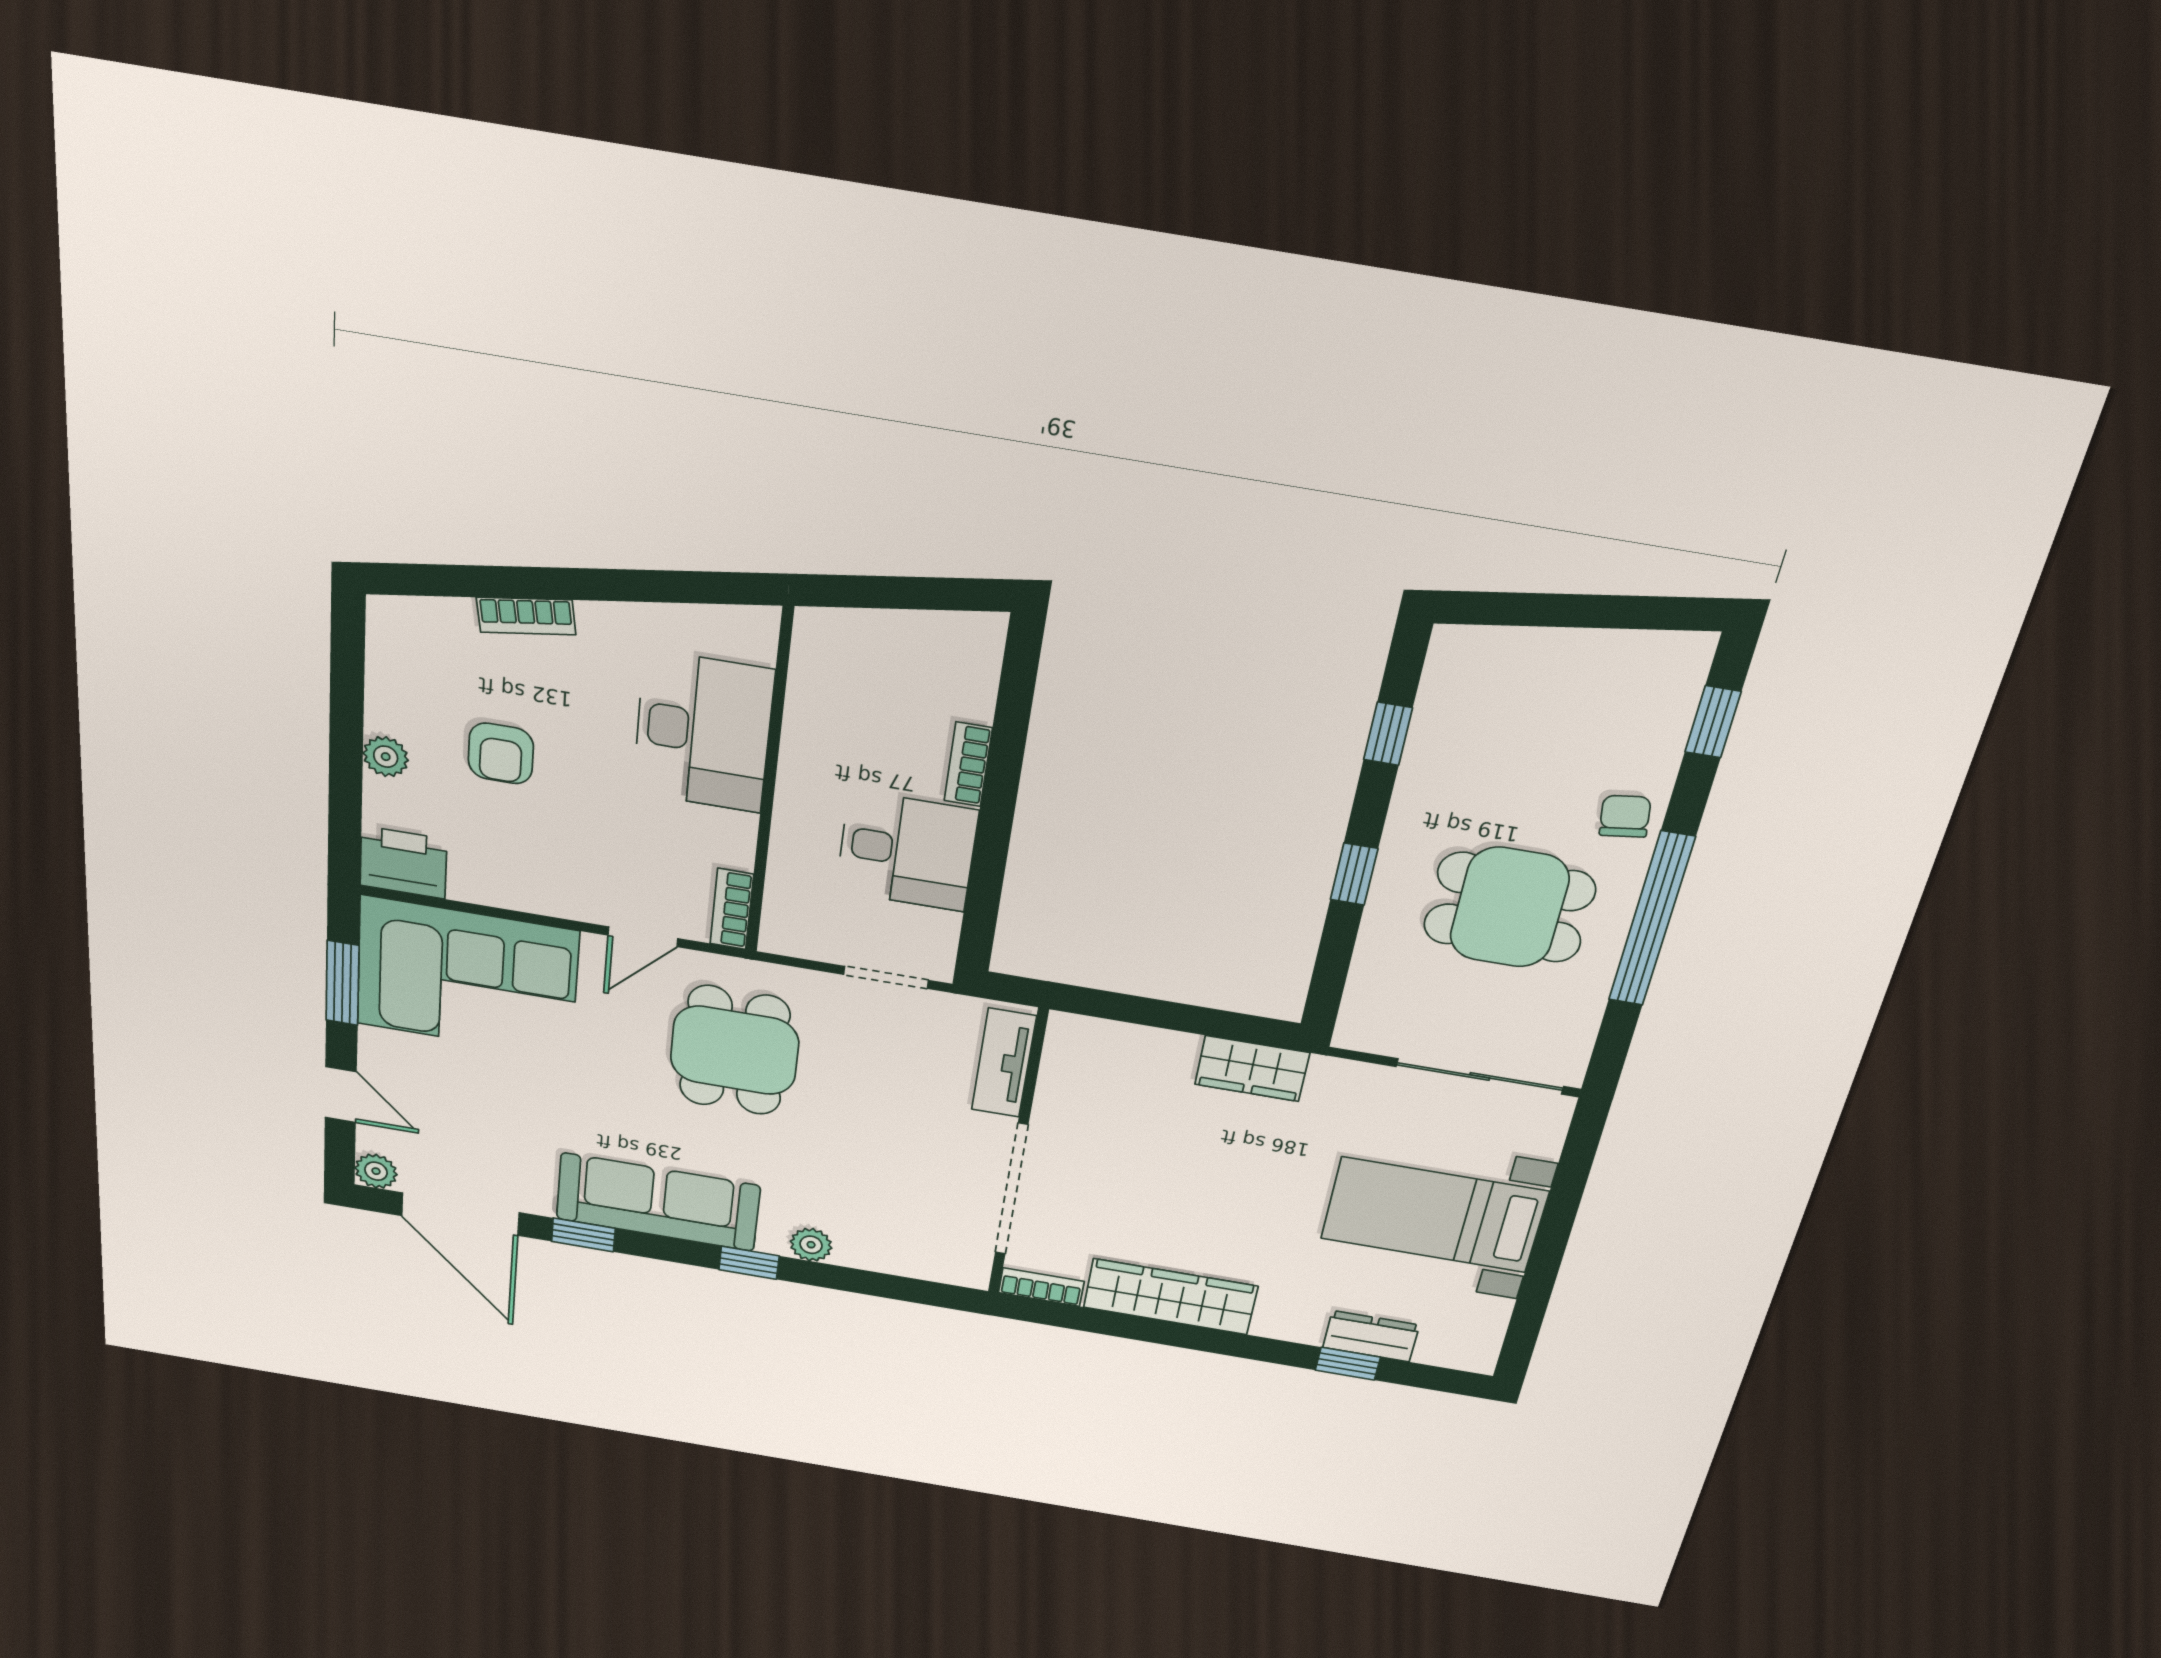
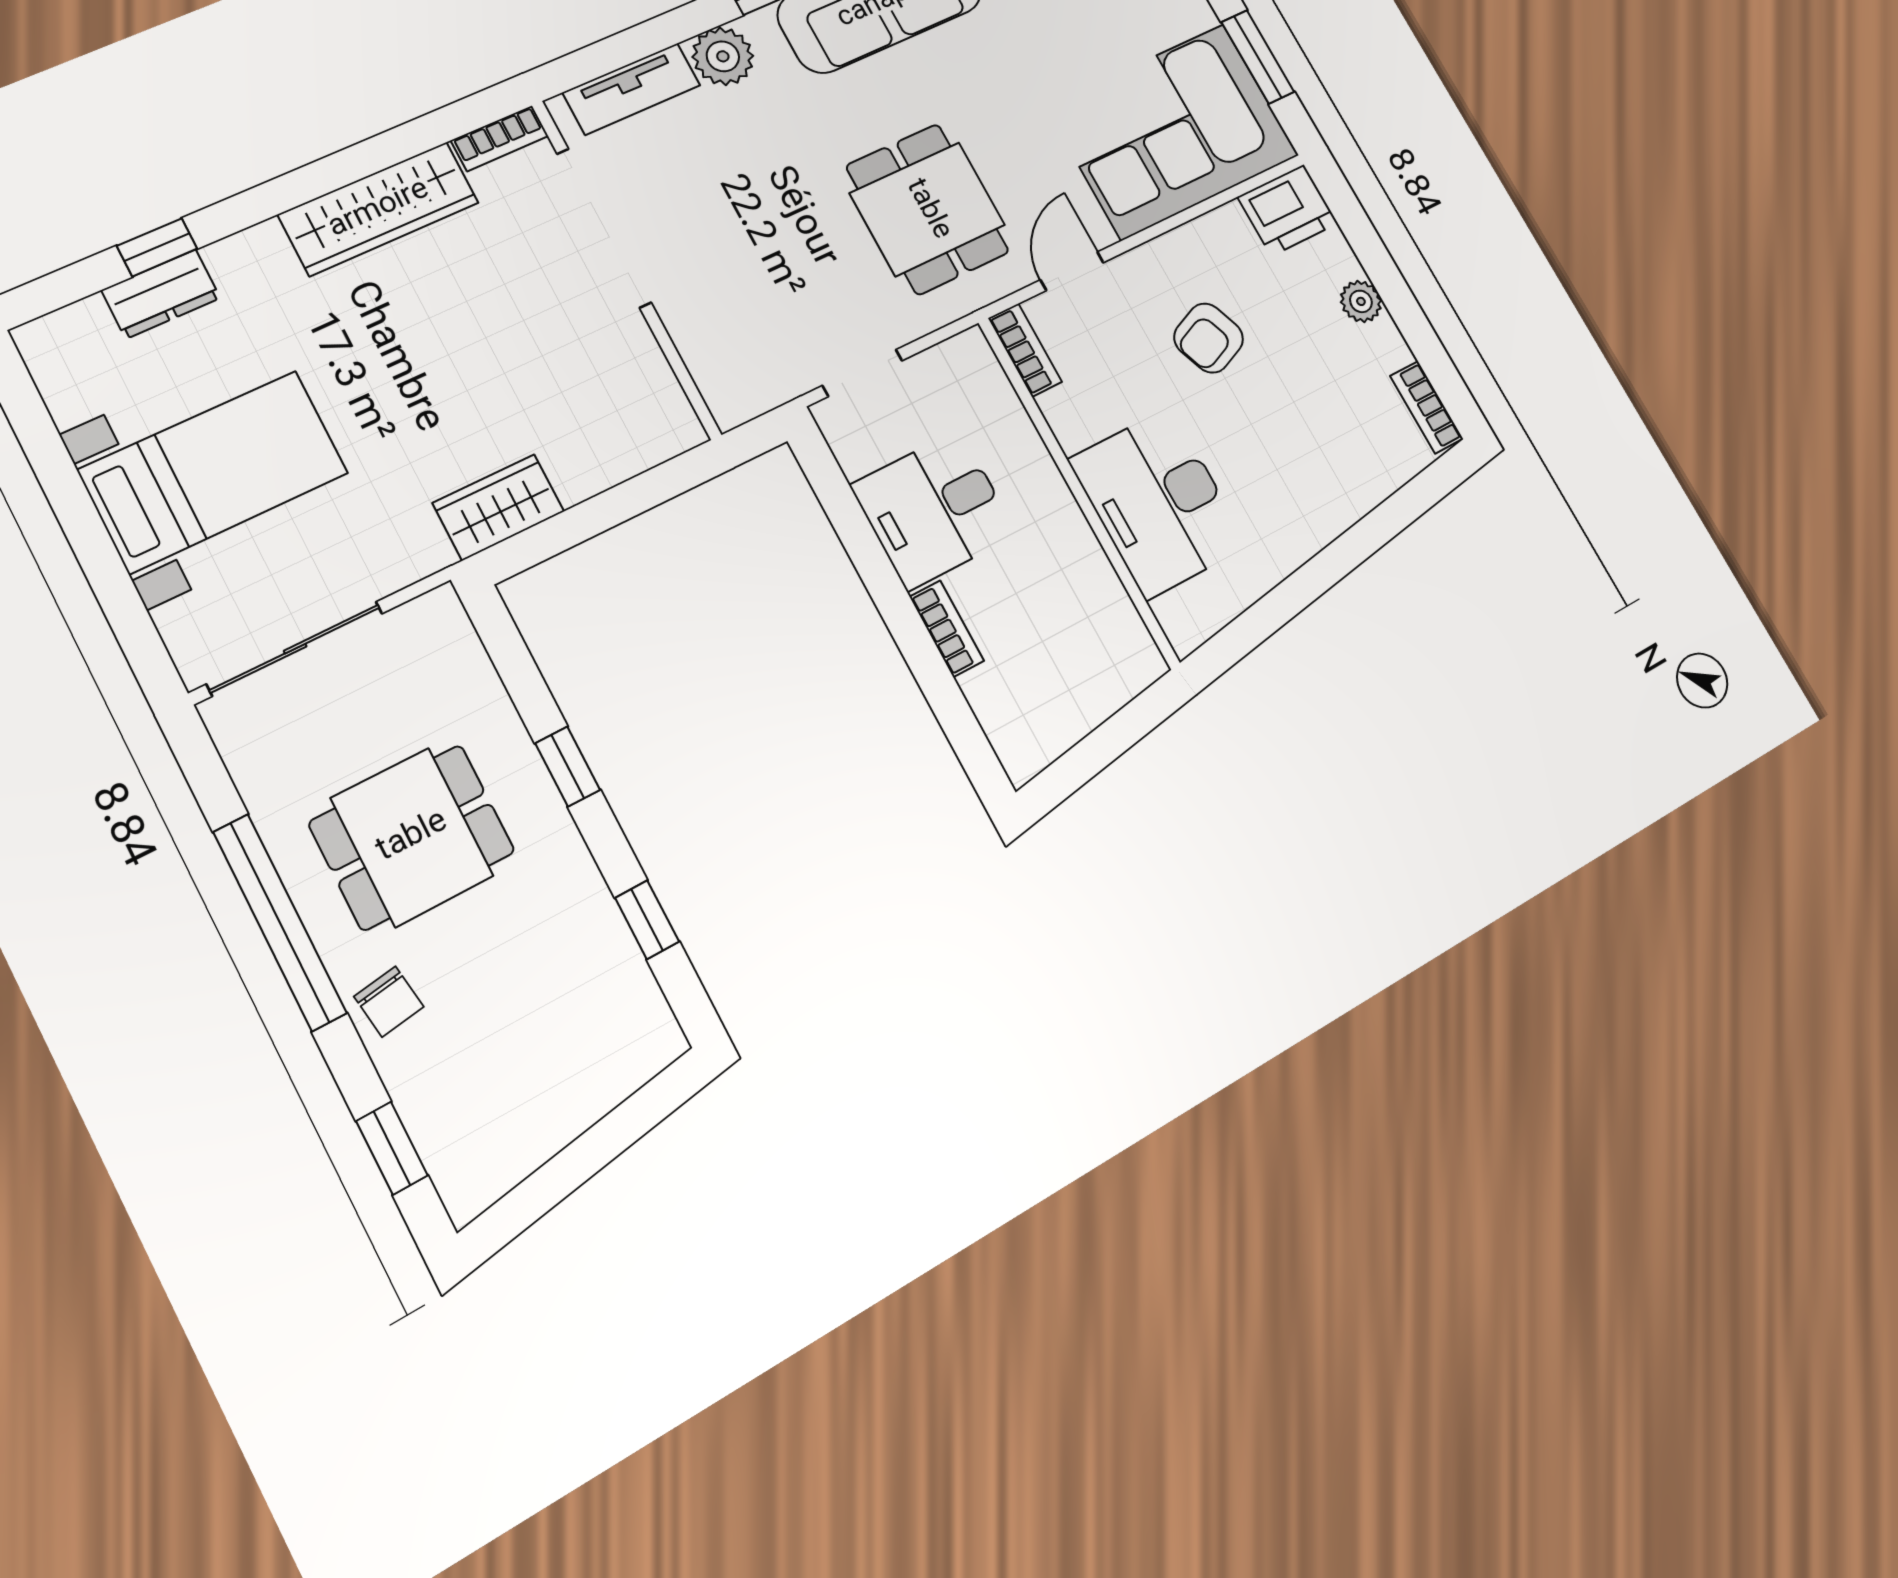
bookcase: (526, 616) -> (1427, 407), moved, turned -81
armchair: (501, 753) -> (1209, 338), moved, turned -112
tv unit: (1004, 1063) -> (632, 89), moved, turned 90
plant: (811, 1245) -> (723, 56), width x1.38, depth x1.38

